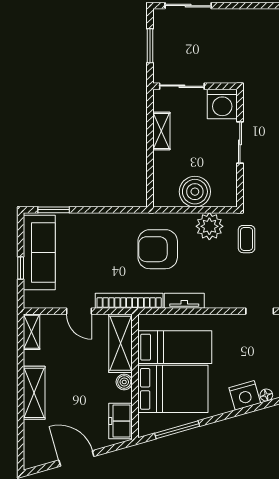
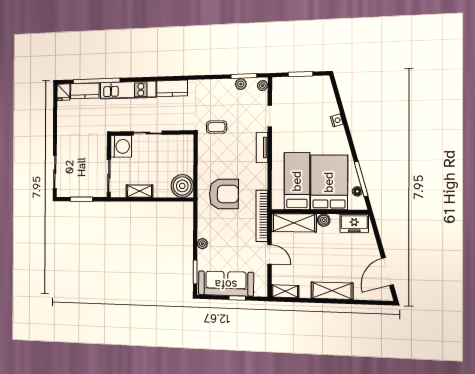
boiler: (195, 192) -> (182, 186), moved
plant: (209, 226) -> (202, 244), moved, width x0.53, depth x0.53
armchair: (158, 249) -> (224, 194), turned -90
tv unit: (184, 301) -> (262, 148), moved
door: (79, 311) -> (270, 254), hinge flipped
nightstand: (245, 395) -> (337, 120), width x0.53, depth x0.56
floor lamp: (266, 395) -> (357, 191), moved
door: (76, 458) -> (387, 272), moved

